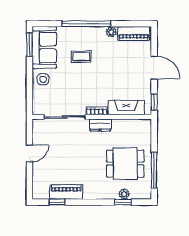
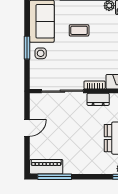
window: (29, 45) -> (27, 48), moved
piano: (66, 192) -> (46, 167), moved
window: (57, 202) -> (55, 177), width x2.17

